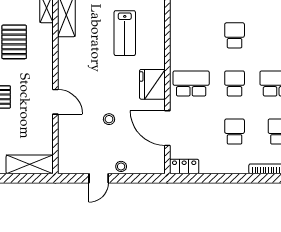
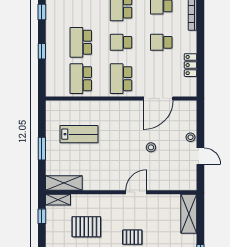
school desk: (191, 35) -> (81, 79), added
school desk: (235, 35) -> (81, 42), width x1.85
fridge: (152, 84) -> (122, 111), removed
locker: (184, 166) -> (190, 65), moved

